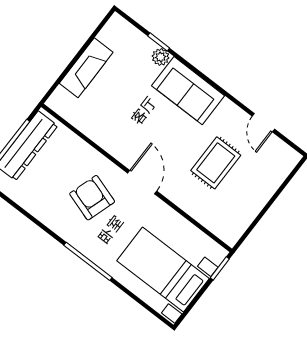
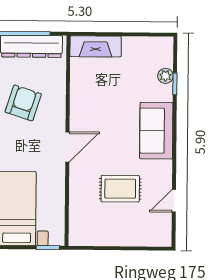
plant: (161, 57) -> (165, 76), moved
fireplace: (86, 68) -> (96, 46), moved
armchair: (92, 198) -> (23, 103), moved

